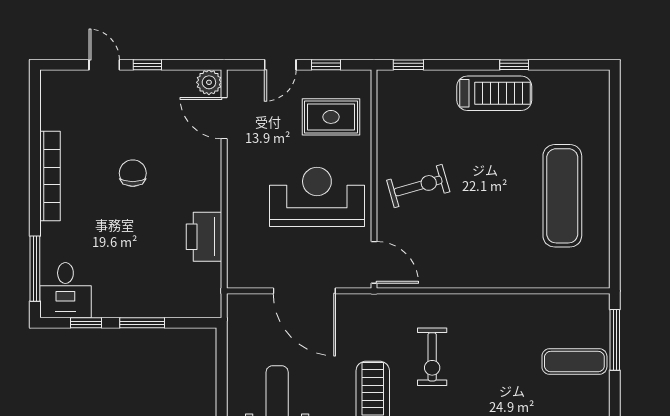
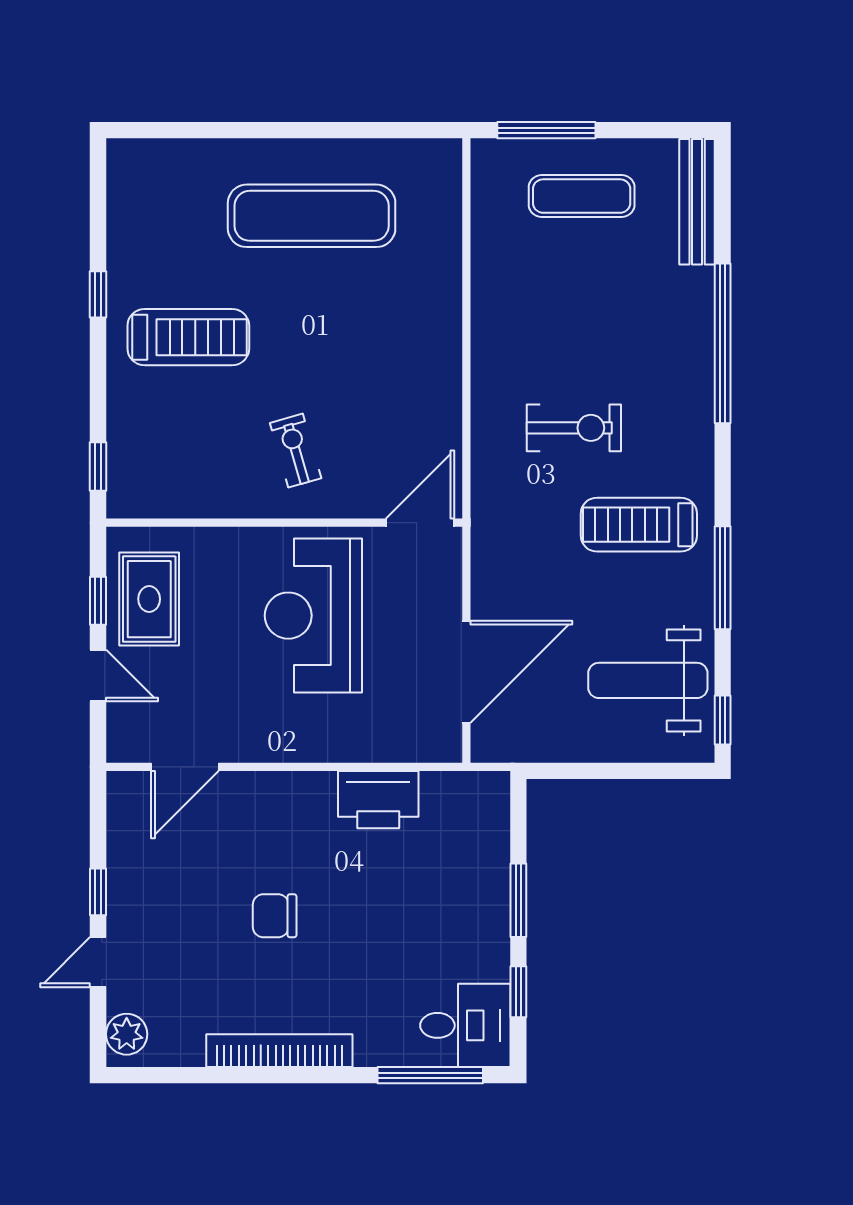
plant: (209, 82) -> (127, 1034), moved
treadmill: (494, 93) -> (188, 337), moved, turned 90
rug: (331, 117) -> (149, 599), moved
exercise bike: (418, 186) -> (296, 451), width x0.73, depth x0.72
door: (304, 291) -> (466, 672), moved
exercise mat: (574, 362) -> (582, 196), turned 90

